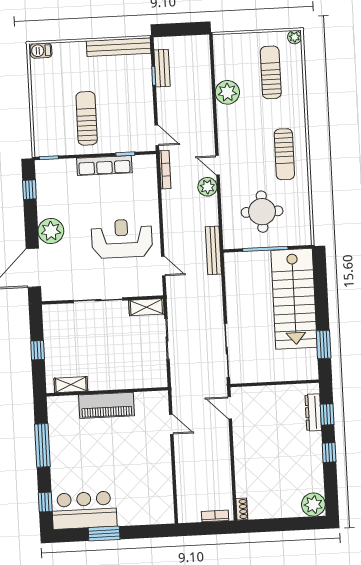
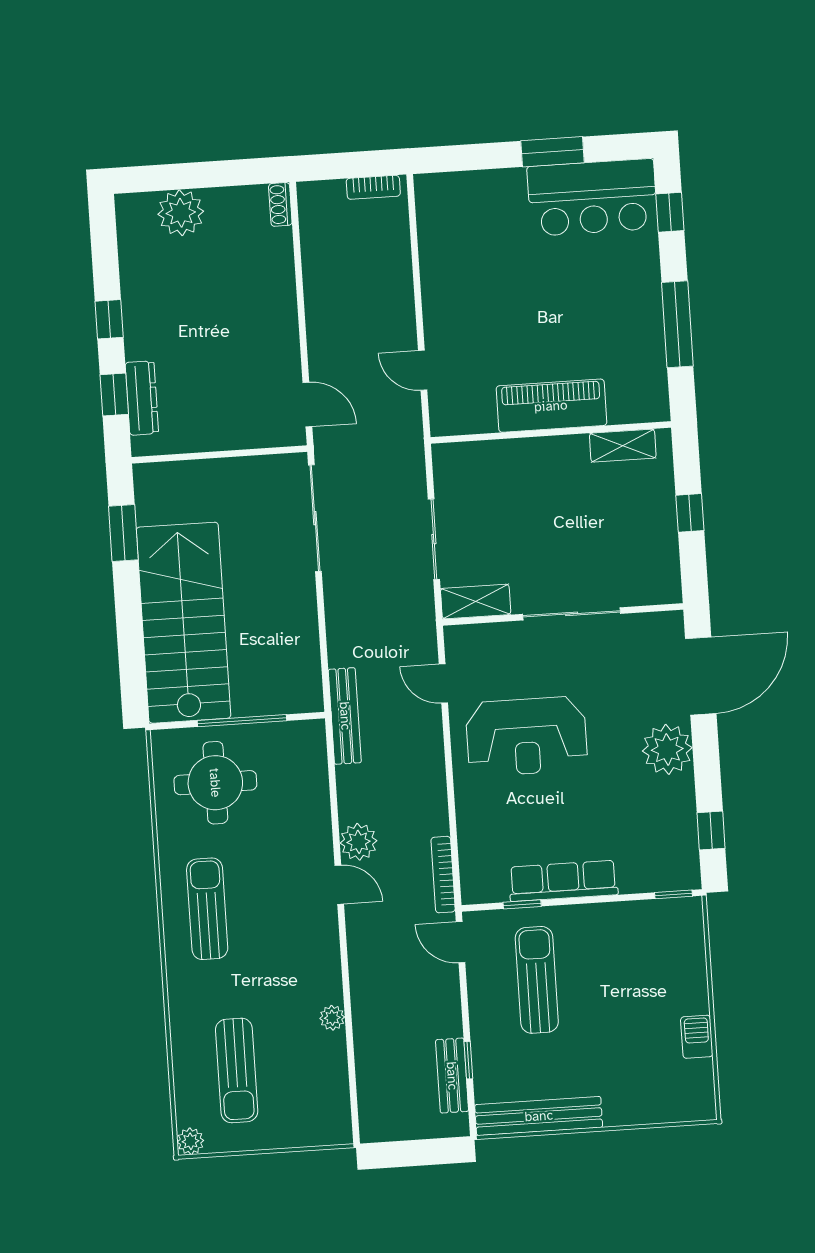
barbecue: (41, 51) -> (697, 1037), moved, turned -90
plant: (227, 92) -> (332, 1018), width x0.53, depth x0.53
sun lounger: (87, 118) -> (537, 980), moved, turned 180
round table: (262, 212) -> (215, 783), moved
plant: (313, 505) -> (181, 213), moved
bookcase: (215, 516) -> (373, 187), moved

